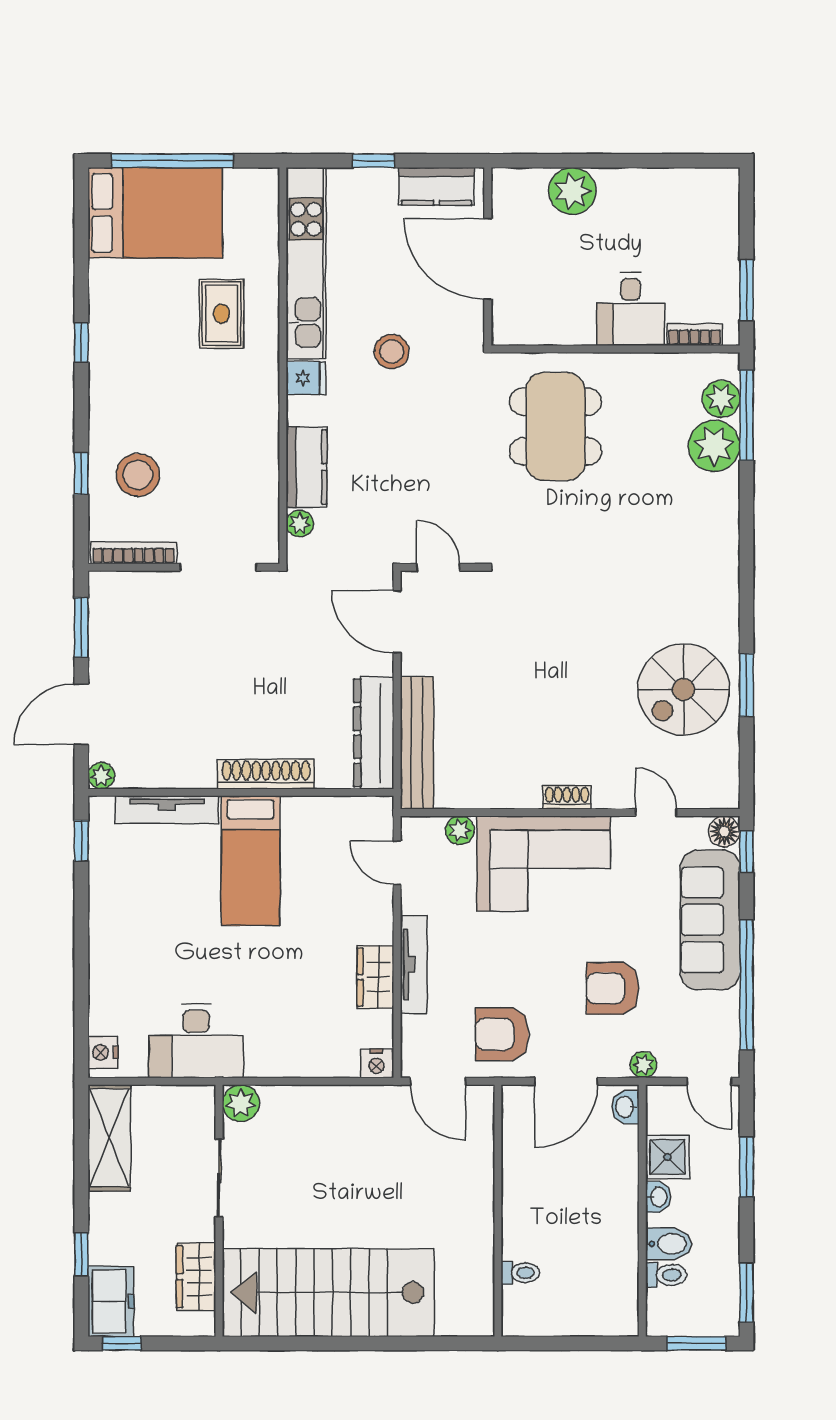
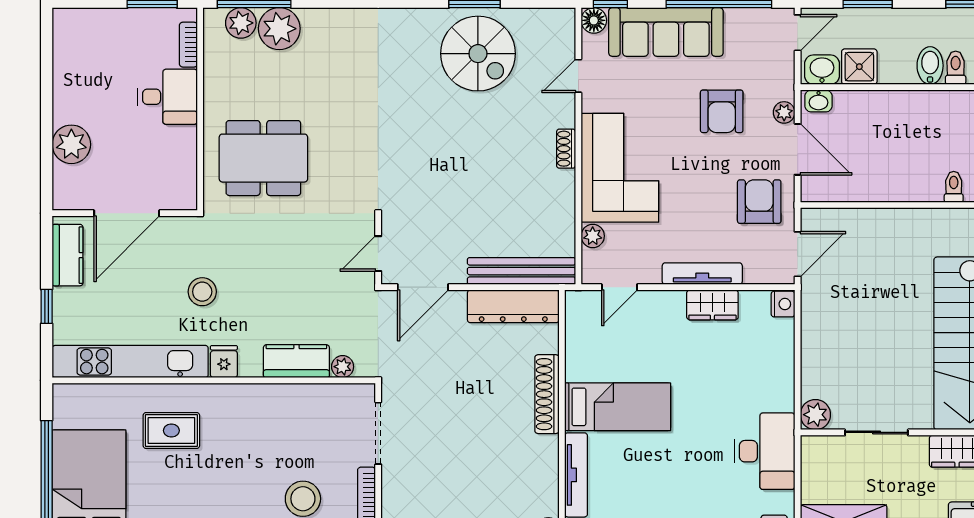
armchair: (502, 1034) -> (759, 202), turned 180
plant: (643, 1065) -> (784, 112), moved
washbasin: (658, 1197) -> (822, 70), moved, width x1.38, depth x1.45

